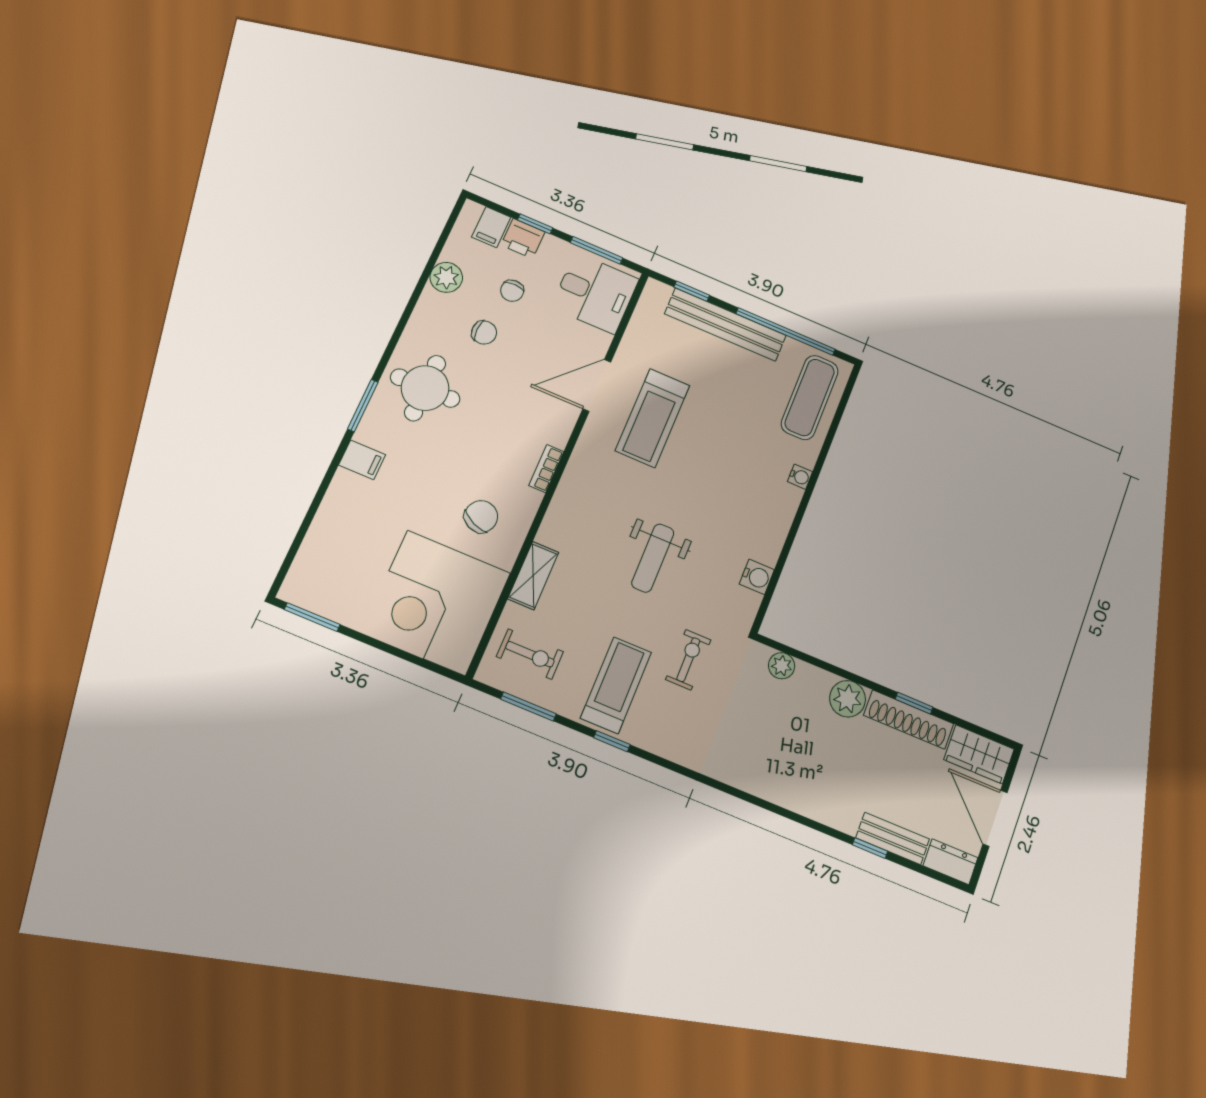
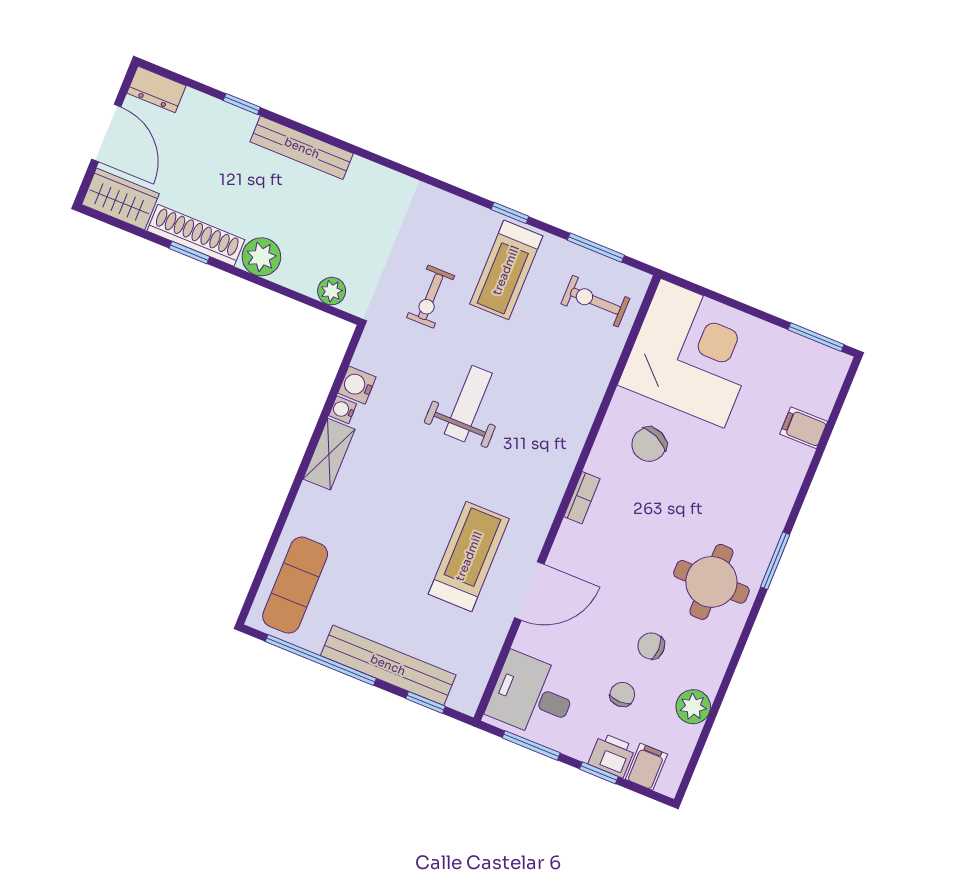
filing cabinet: (362, 460) -> (804, 428), moved
water cooler: (800, 477) -> (343, 410), moved
shelving: (533, 576) -> (329, 454), moved
bench: (893, 838) -> (302, 148), moved, width x1.36

